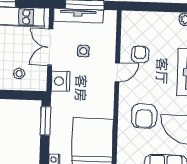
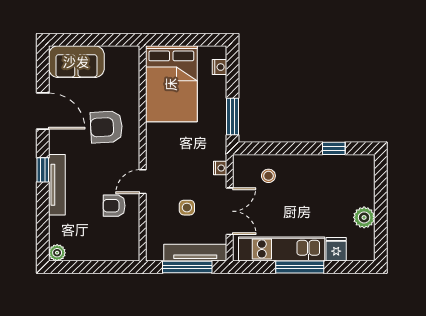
armchair: (140, 54) -> (114, 206), turned 90
nightstand: (60, 81) -> (220, 168), width x0.53, depth x0.56
armchair: (144, 116) -> (106, 127), turned -93

